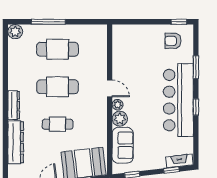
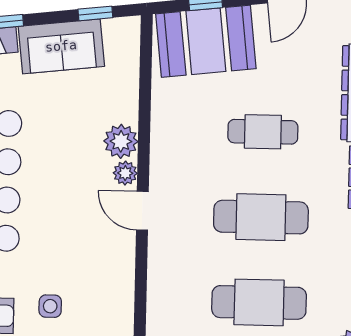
side table: (149, 46) -> (50, 306), added
sofa: (123, 145) -> (61, 46), moved, turned -97

